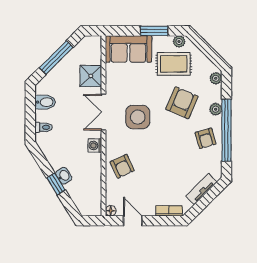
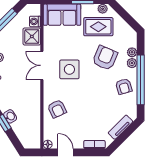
plant: (216, 78) -> (132, 52), moved
washing machine: (95, 145) -> (35, 21), moved

